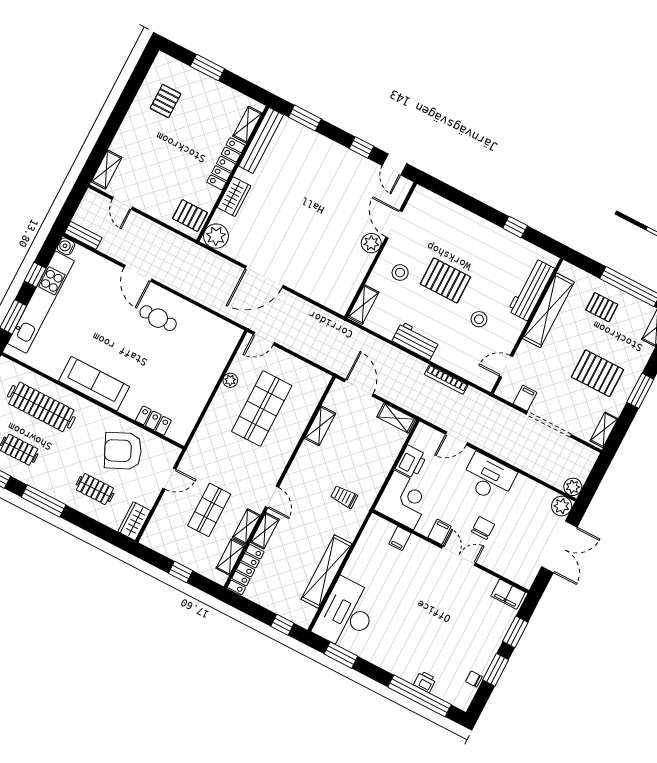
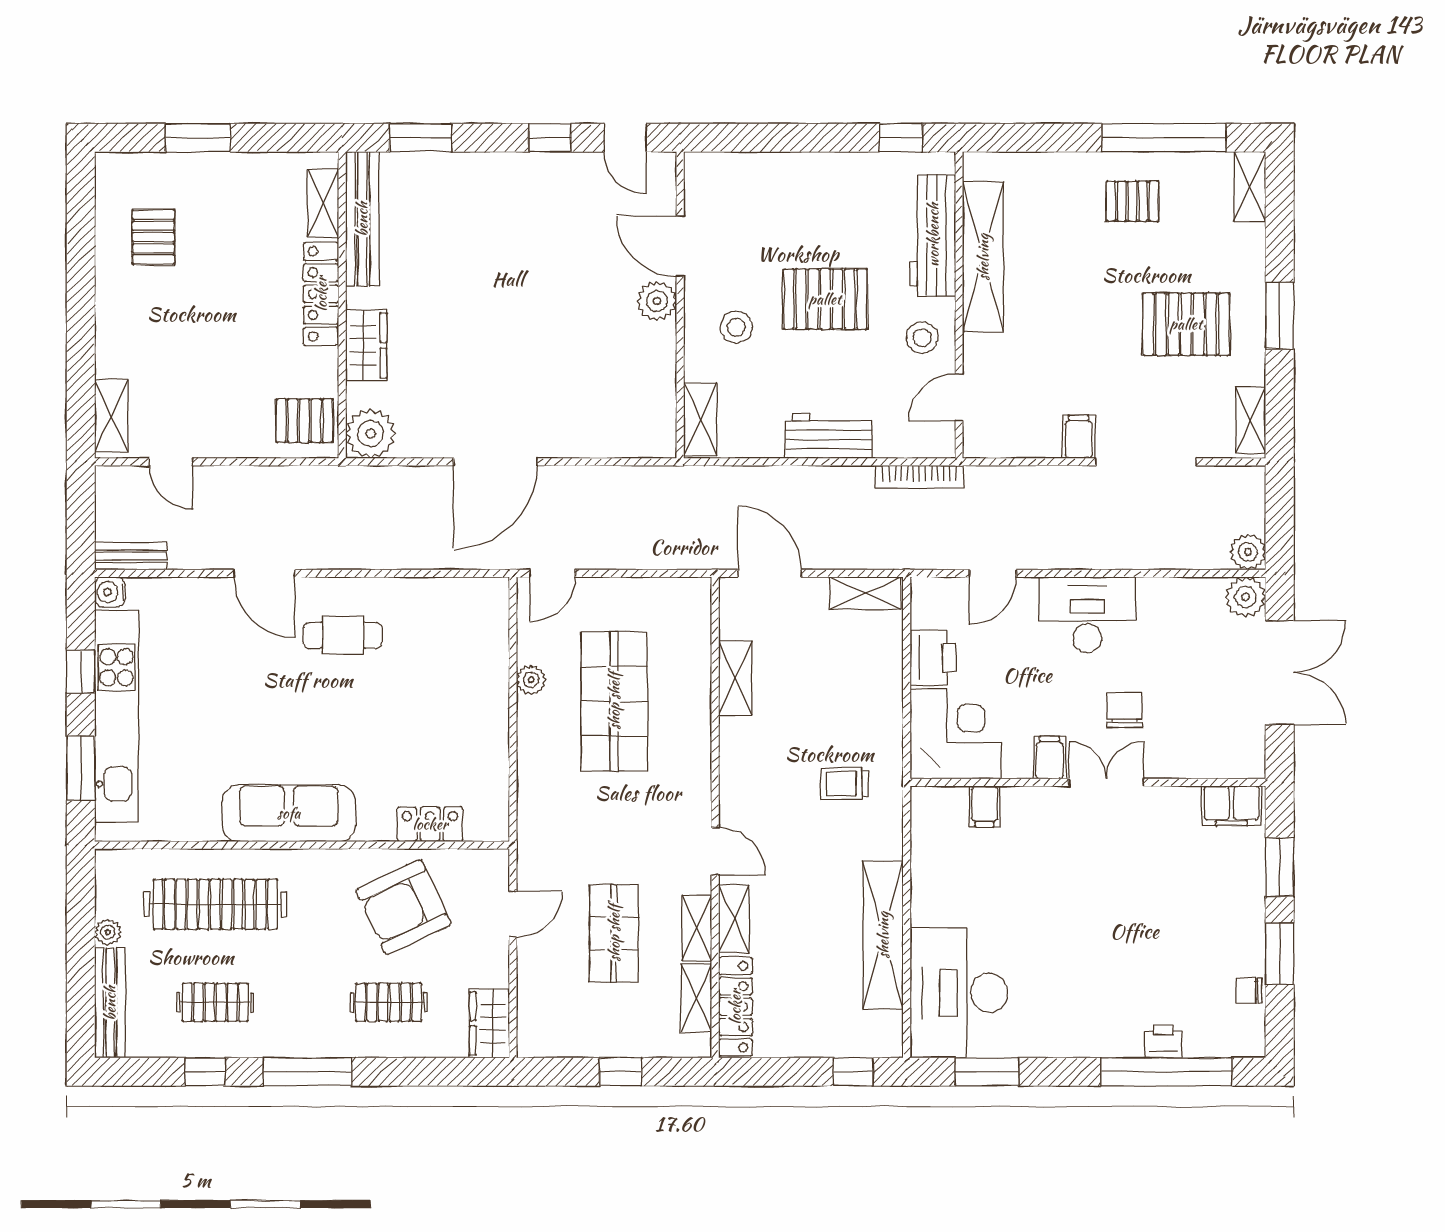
workbench: (531, 290) -> (933, 235), moved
shelving: (548, 310) -> (983, 257), moved
wall: (527, 326) -> (959, 305), moved
door: (506, 366) -> (959, 397), moved

